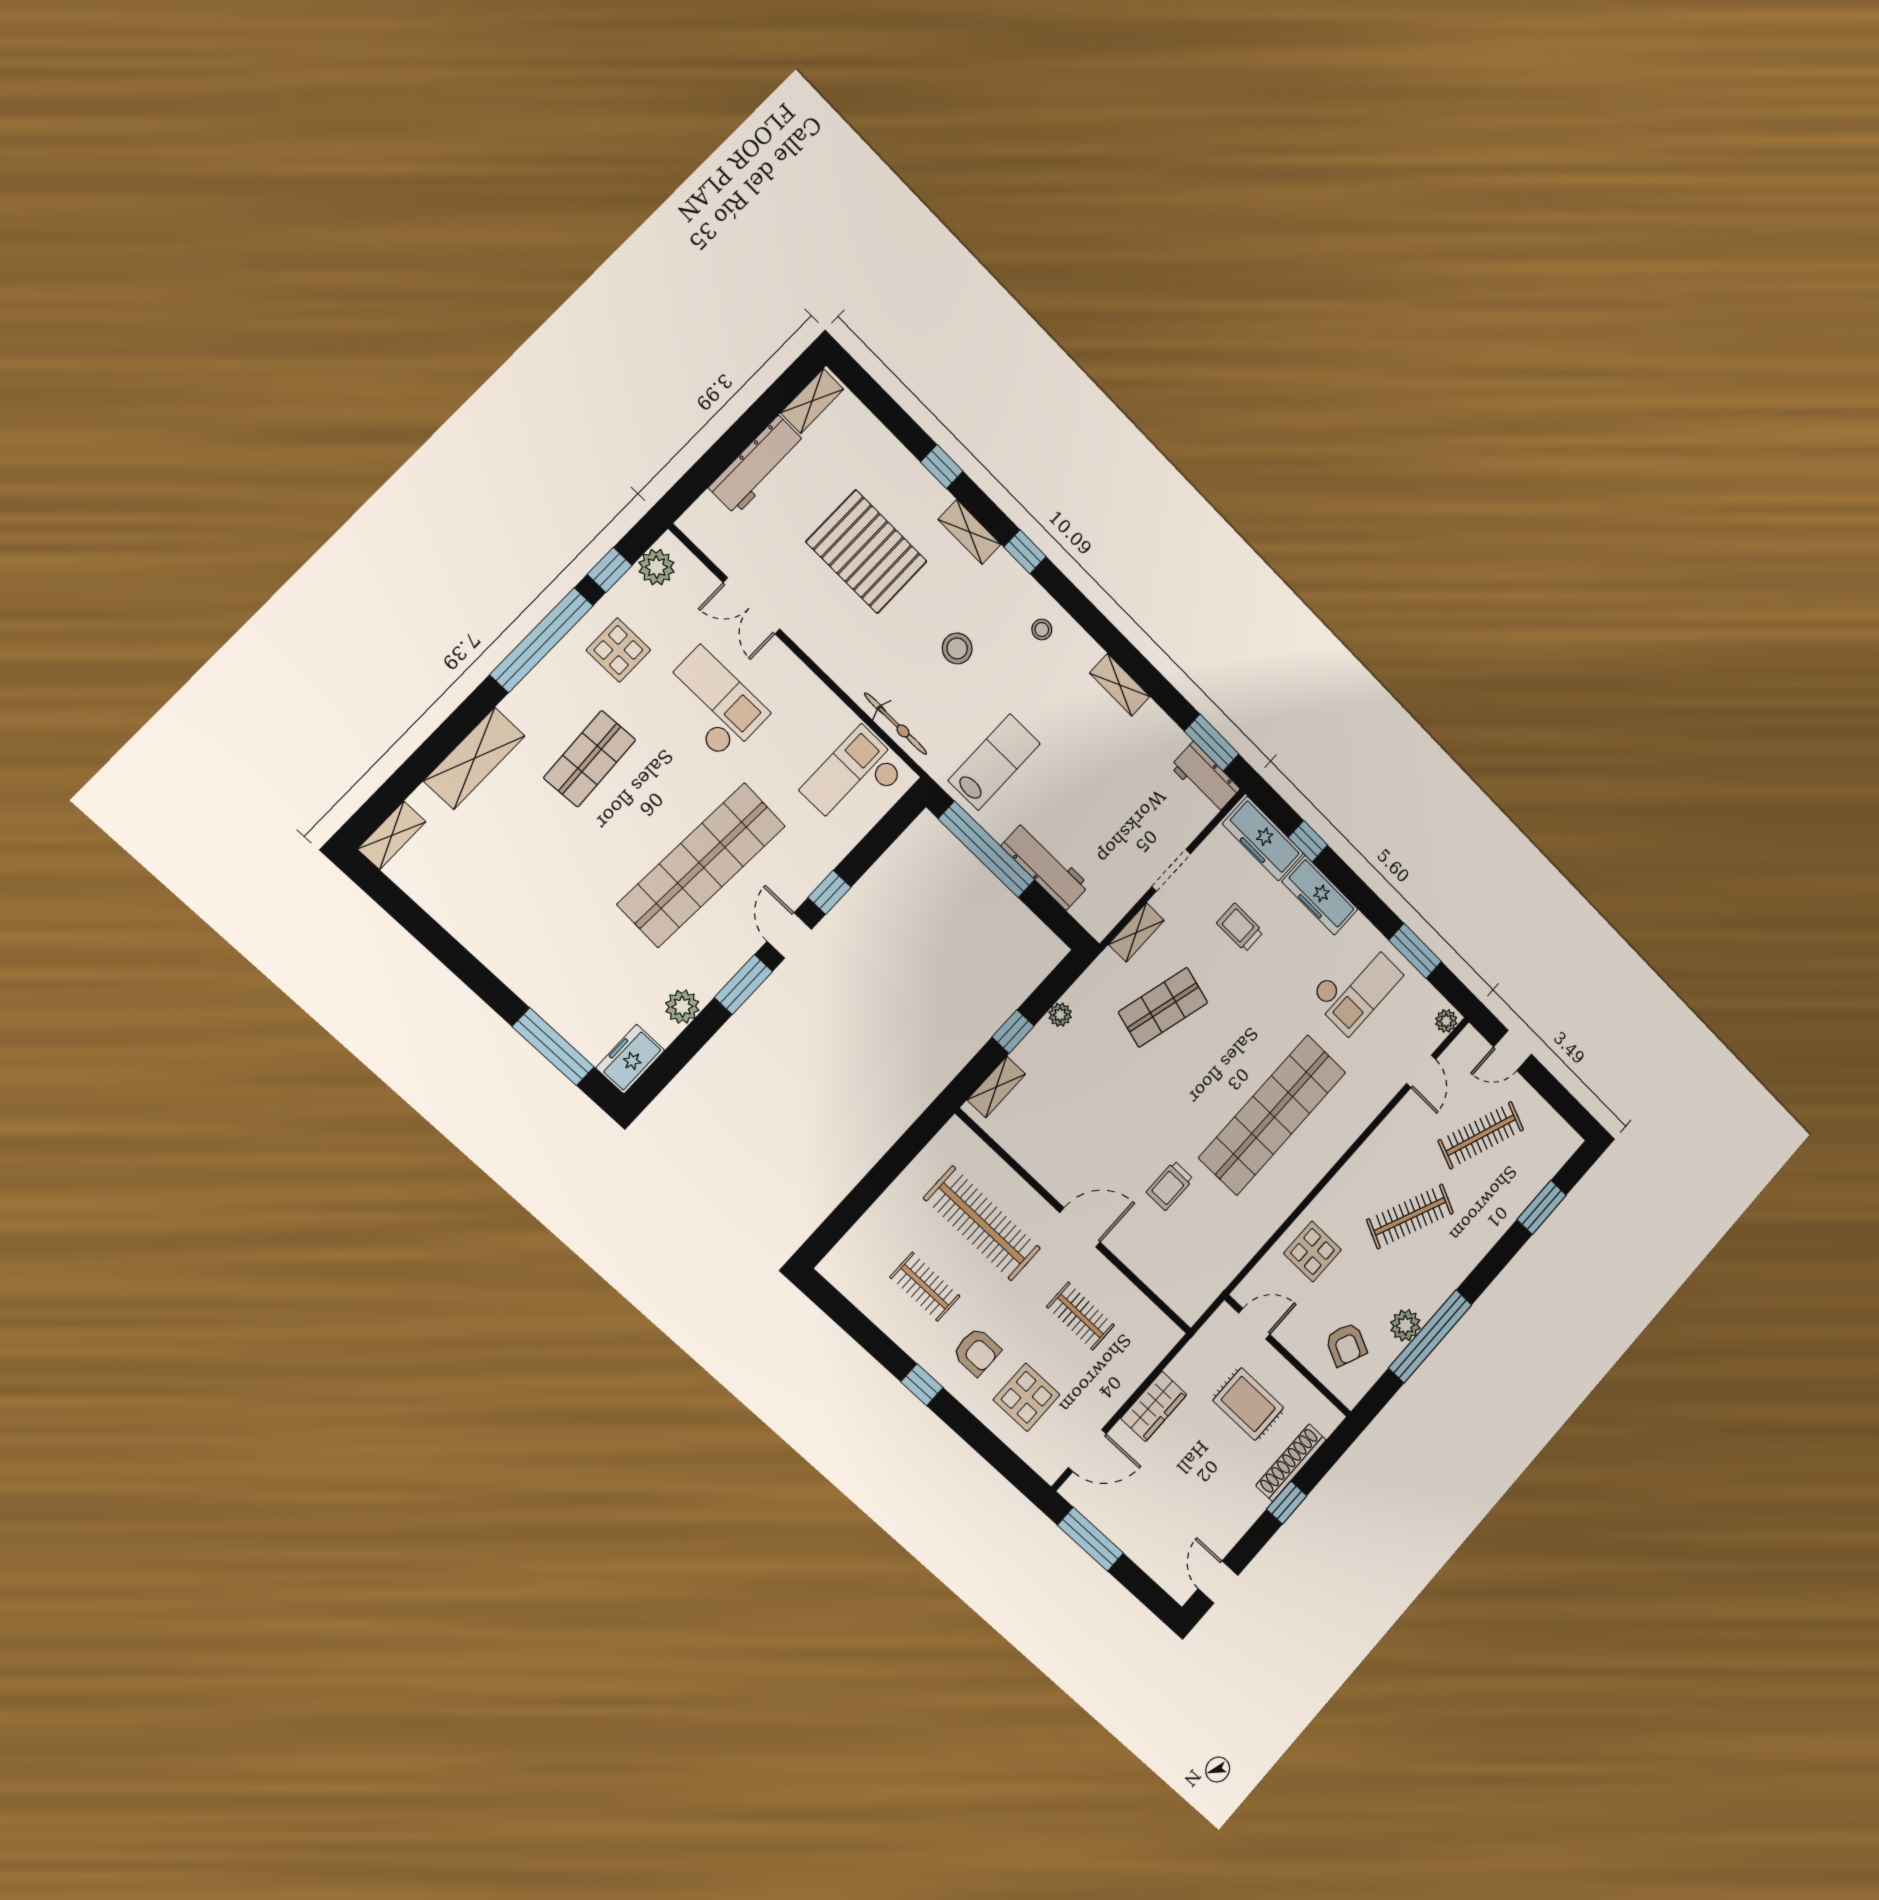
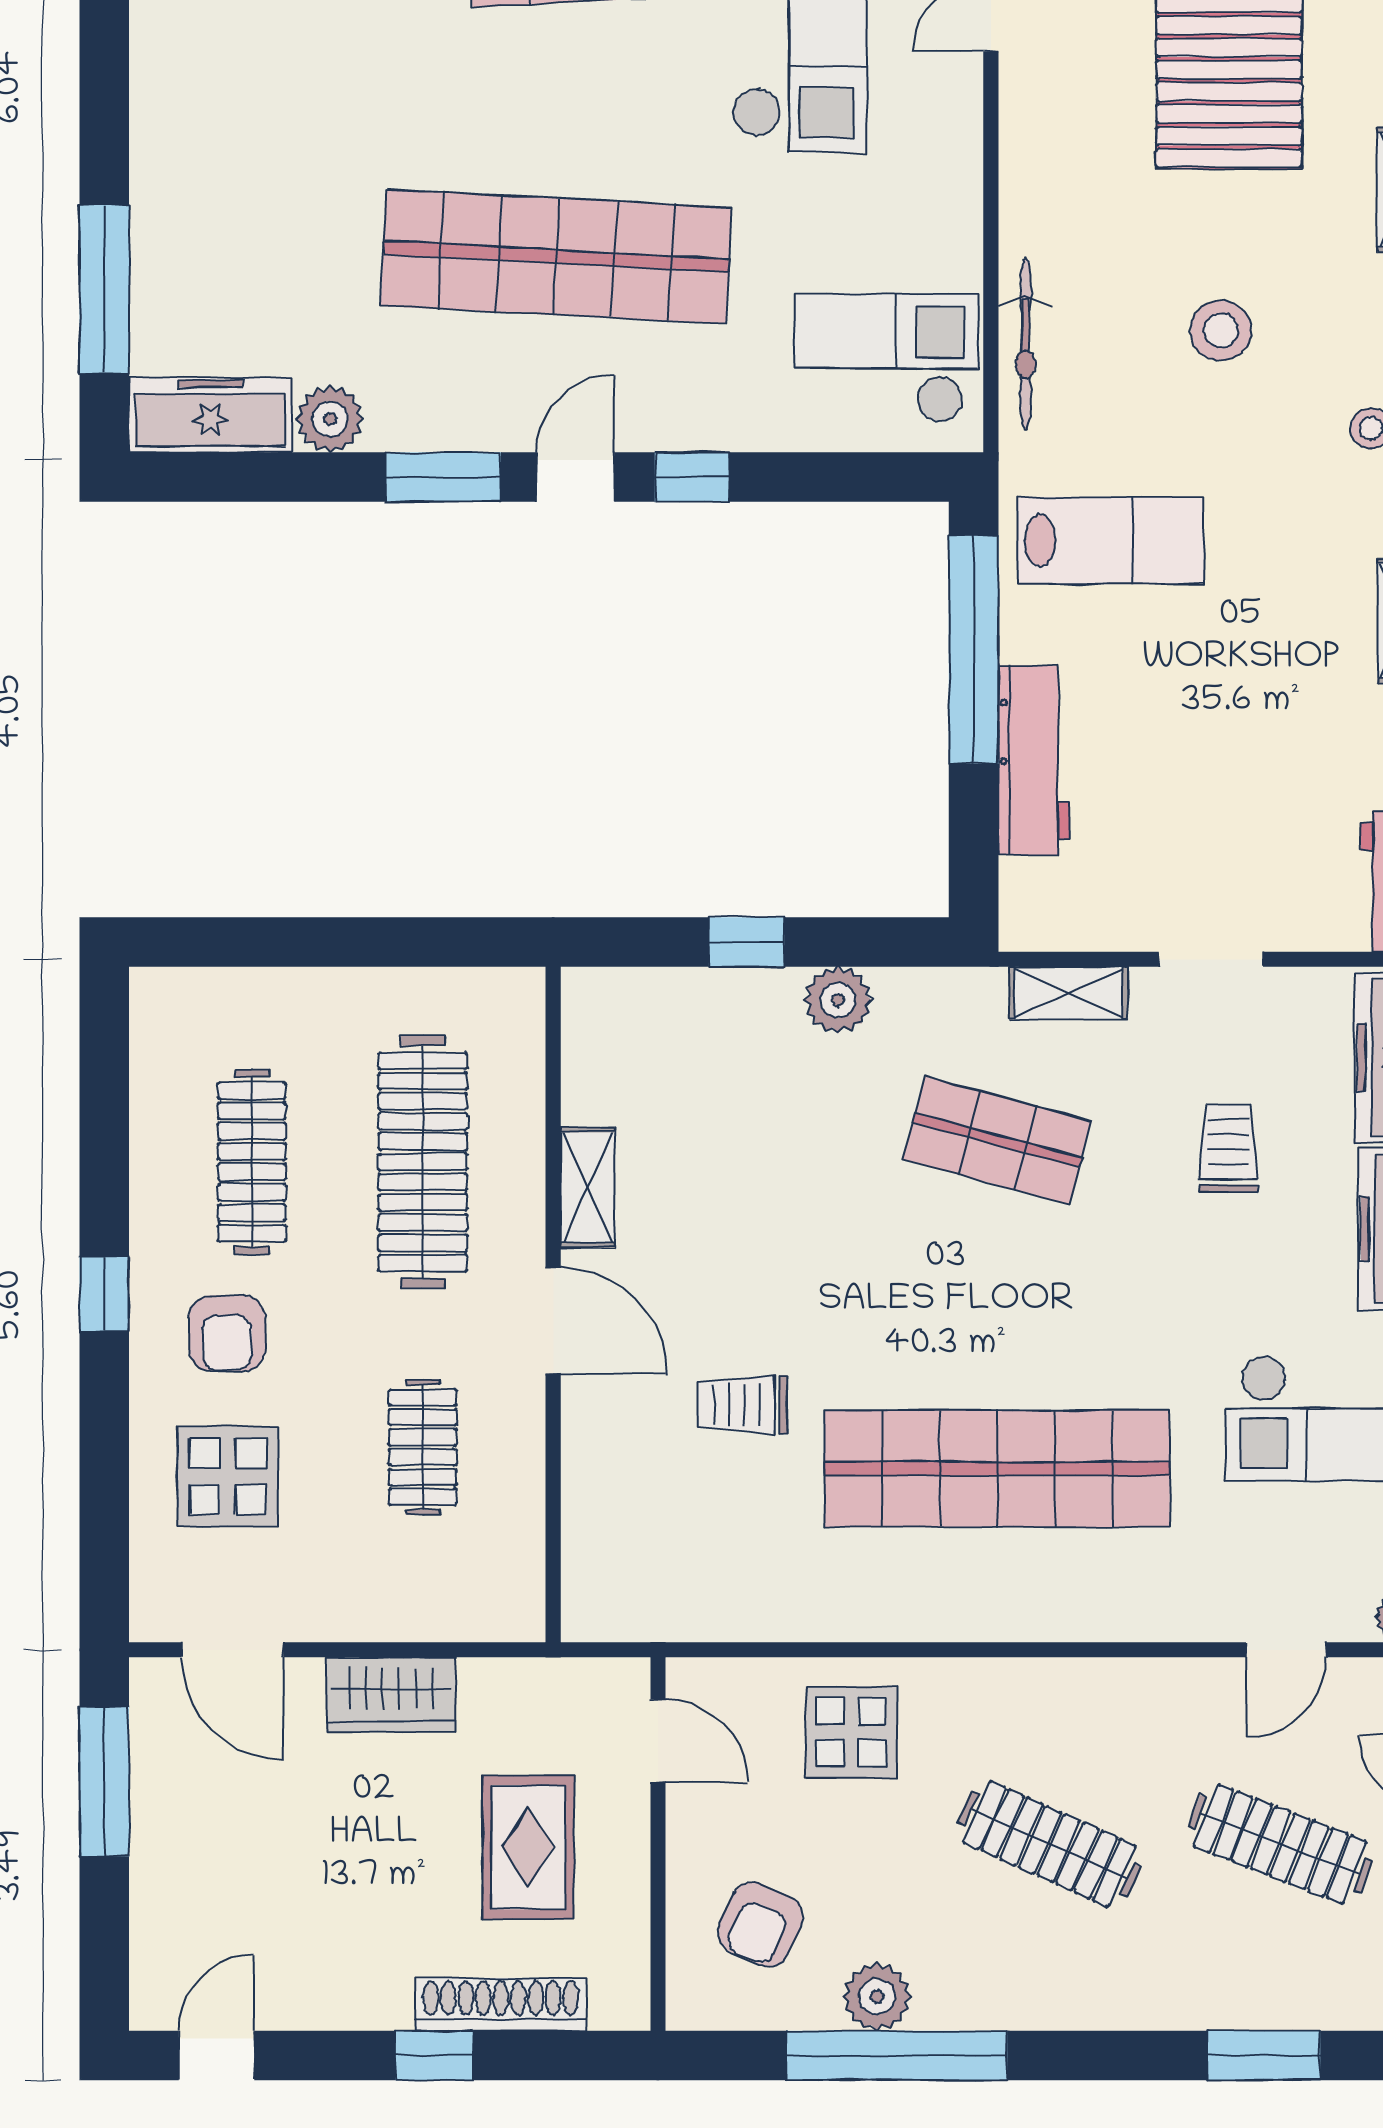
plant: (1060, 1015) -> (838, 1000), width x1.38, depth x1.38
freezer: (630, 1059) -> (210, 415), width x1.40
shelving: (996, 1087) -> (588, 1188), moved, turned 90
clothes rail: (925, 1287) -> (252, 1162), width x1.36

